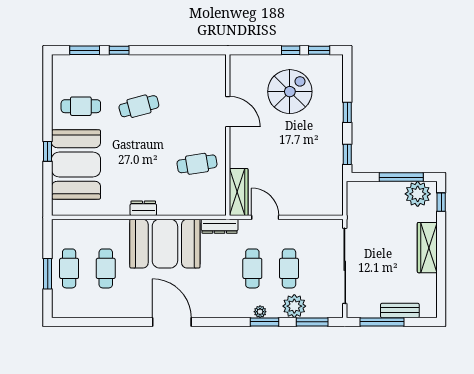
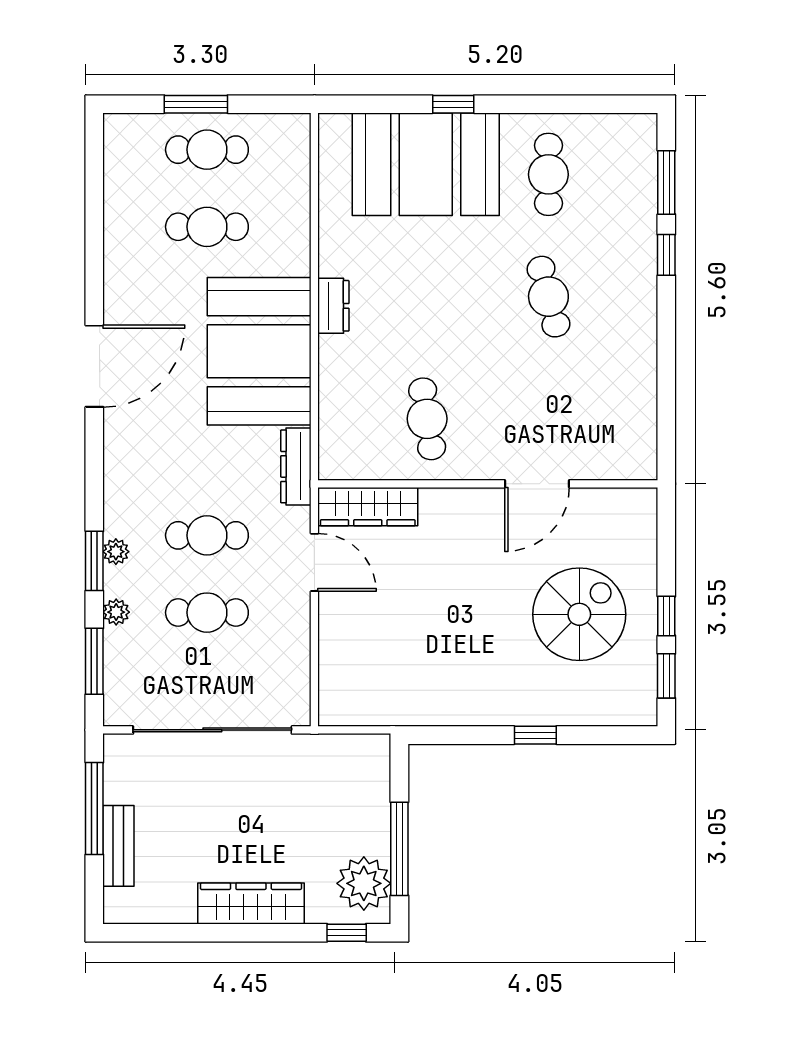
spiral stairs: (290, 92) -> (579, 614), turned -90
window: (347, 154) -> (447, 735), removed
door: (265, 217) -> (314, 562), hinge flipped
plant: (294, 306) -> (116, 612), width x0.53, depth x0.53

